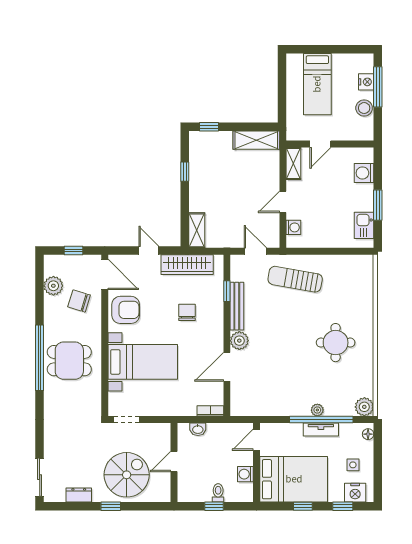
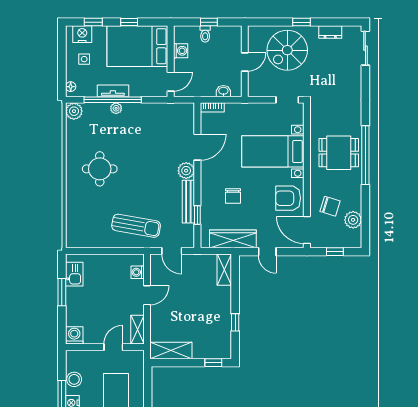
washing machine: (364, 173) -> (74, 335), moved, turned -90

